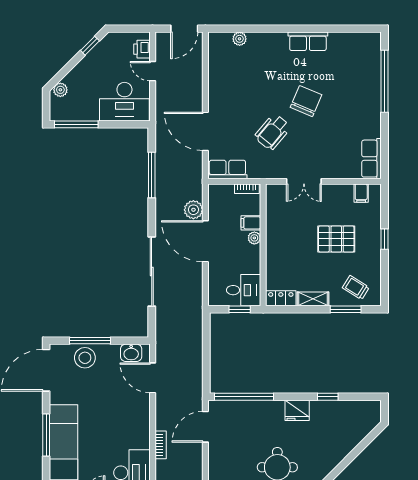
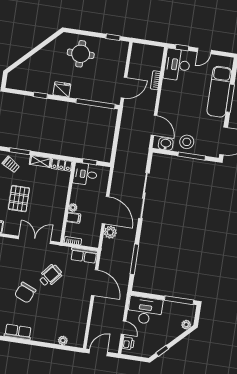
double door: (304, 181) -> (35, 240), width x1.37
pallet: (336, 239) -> (19, 199), turned 90
stool: (85, 358) -> (187, 142), moved

